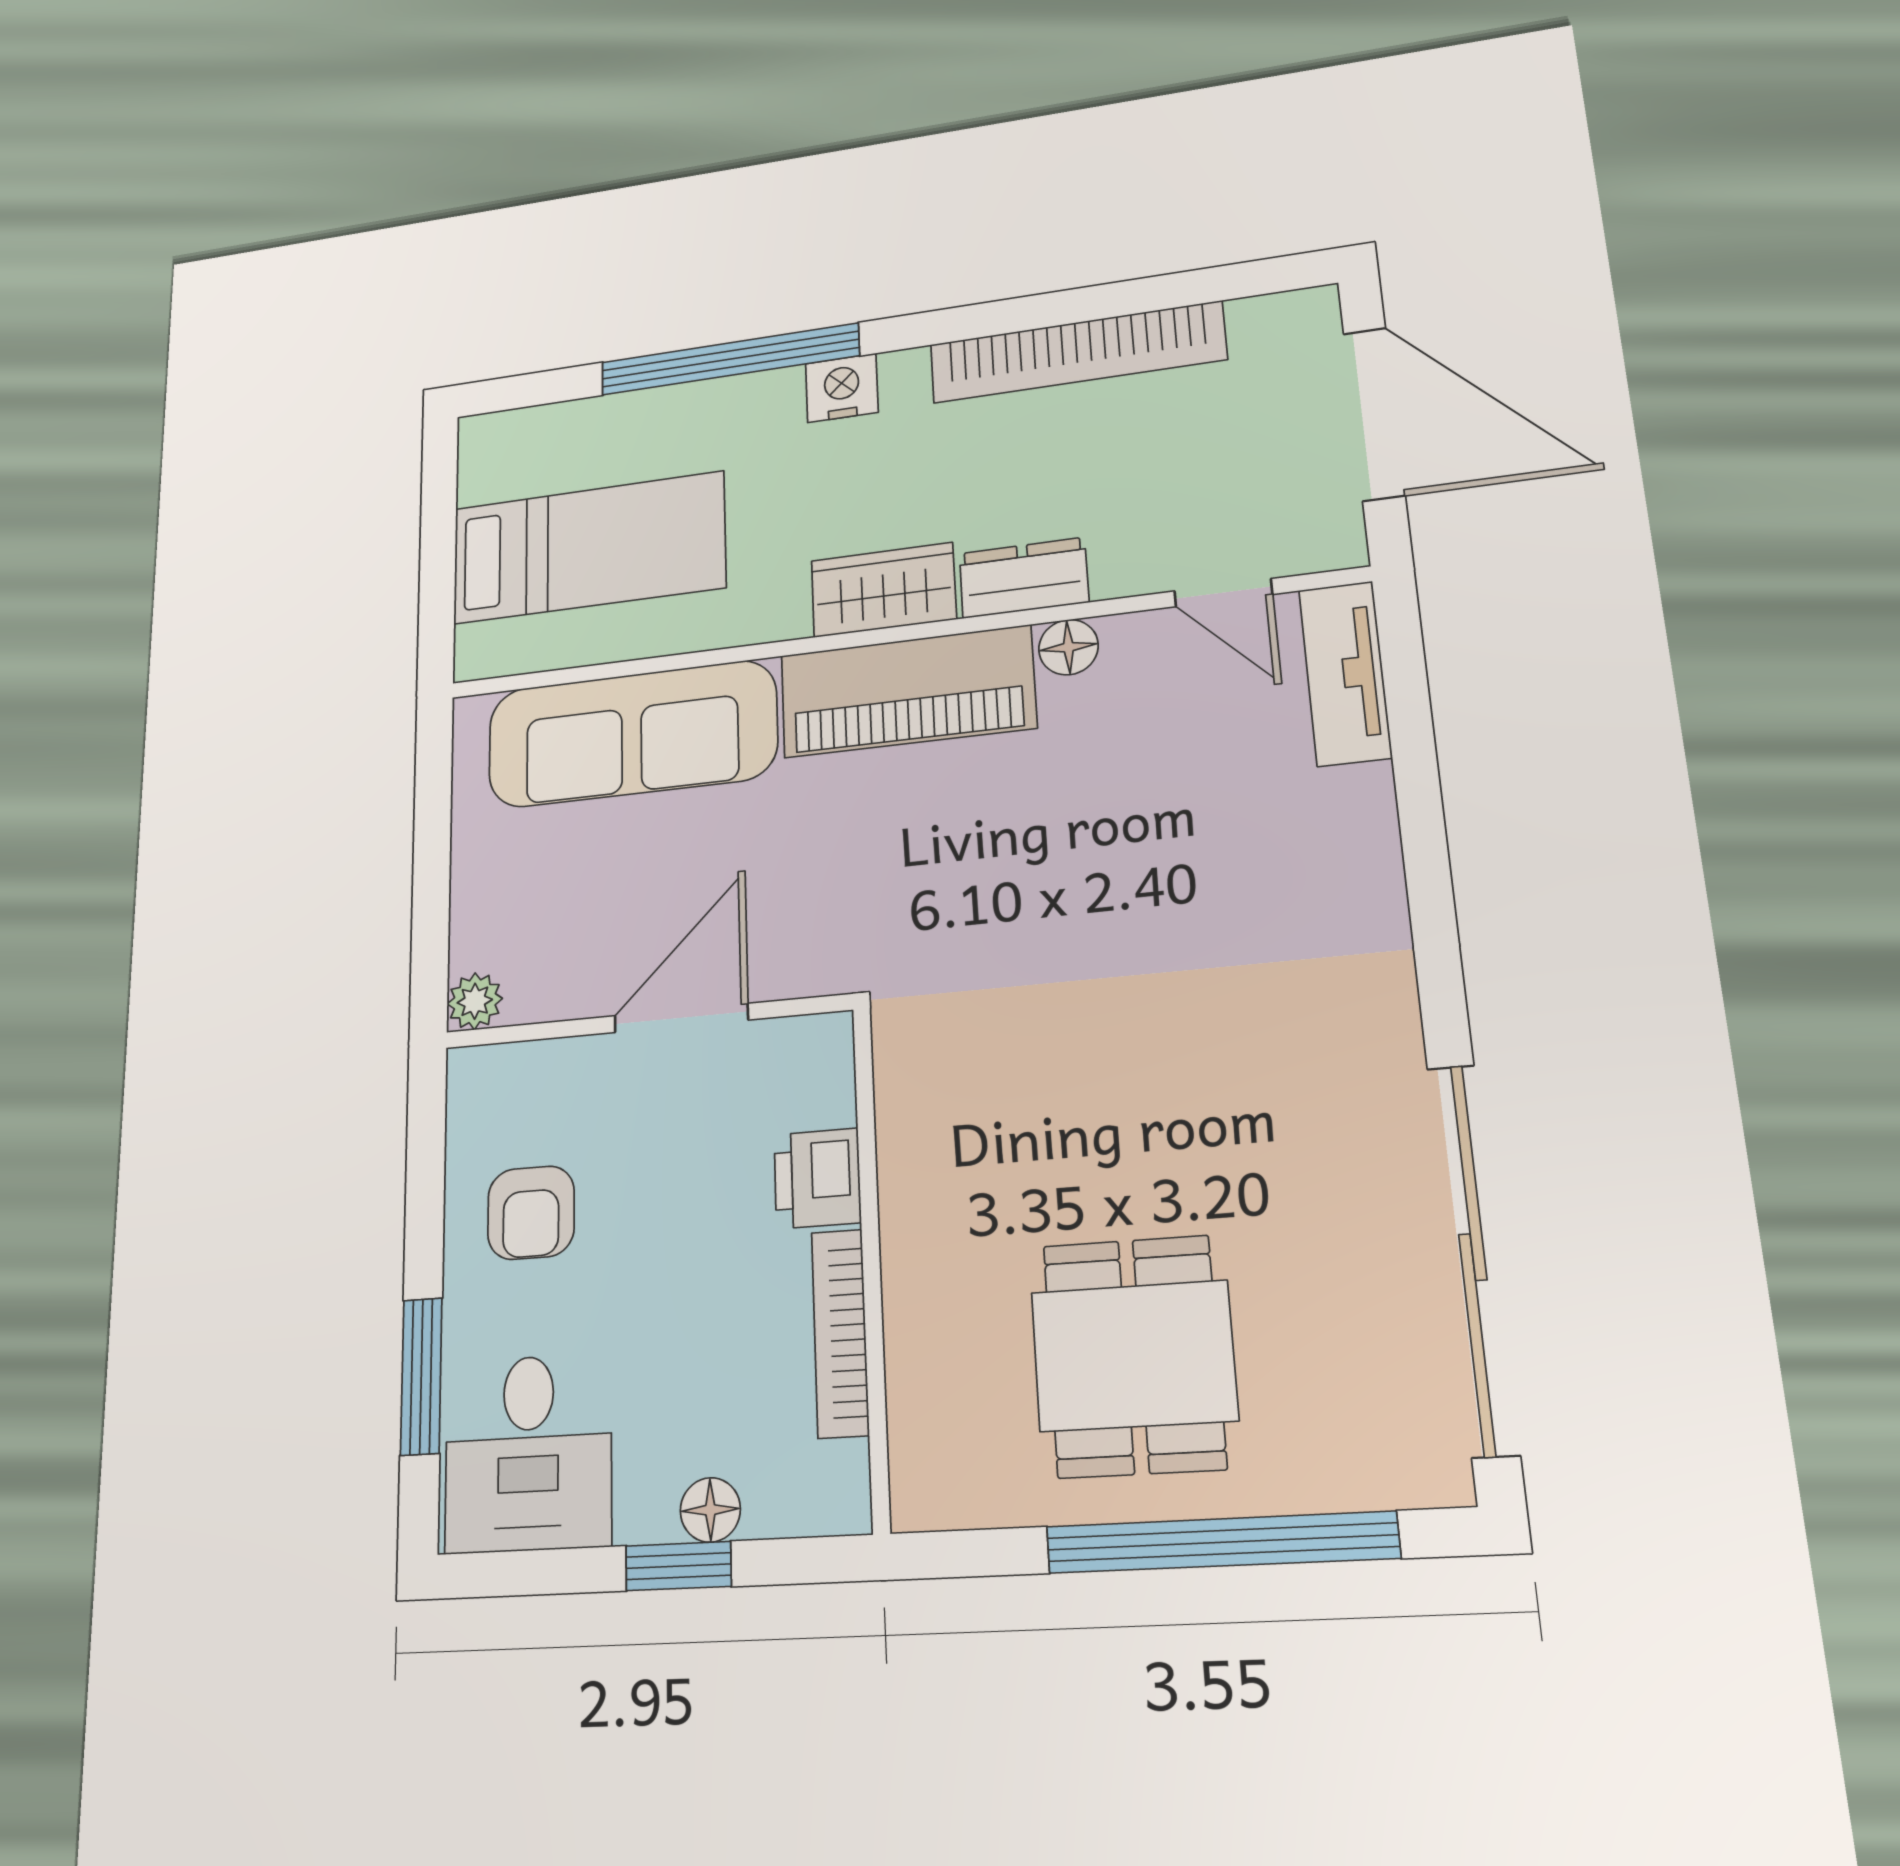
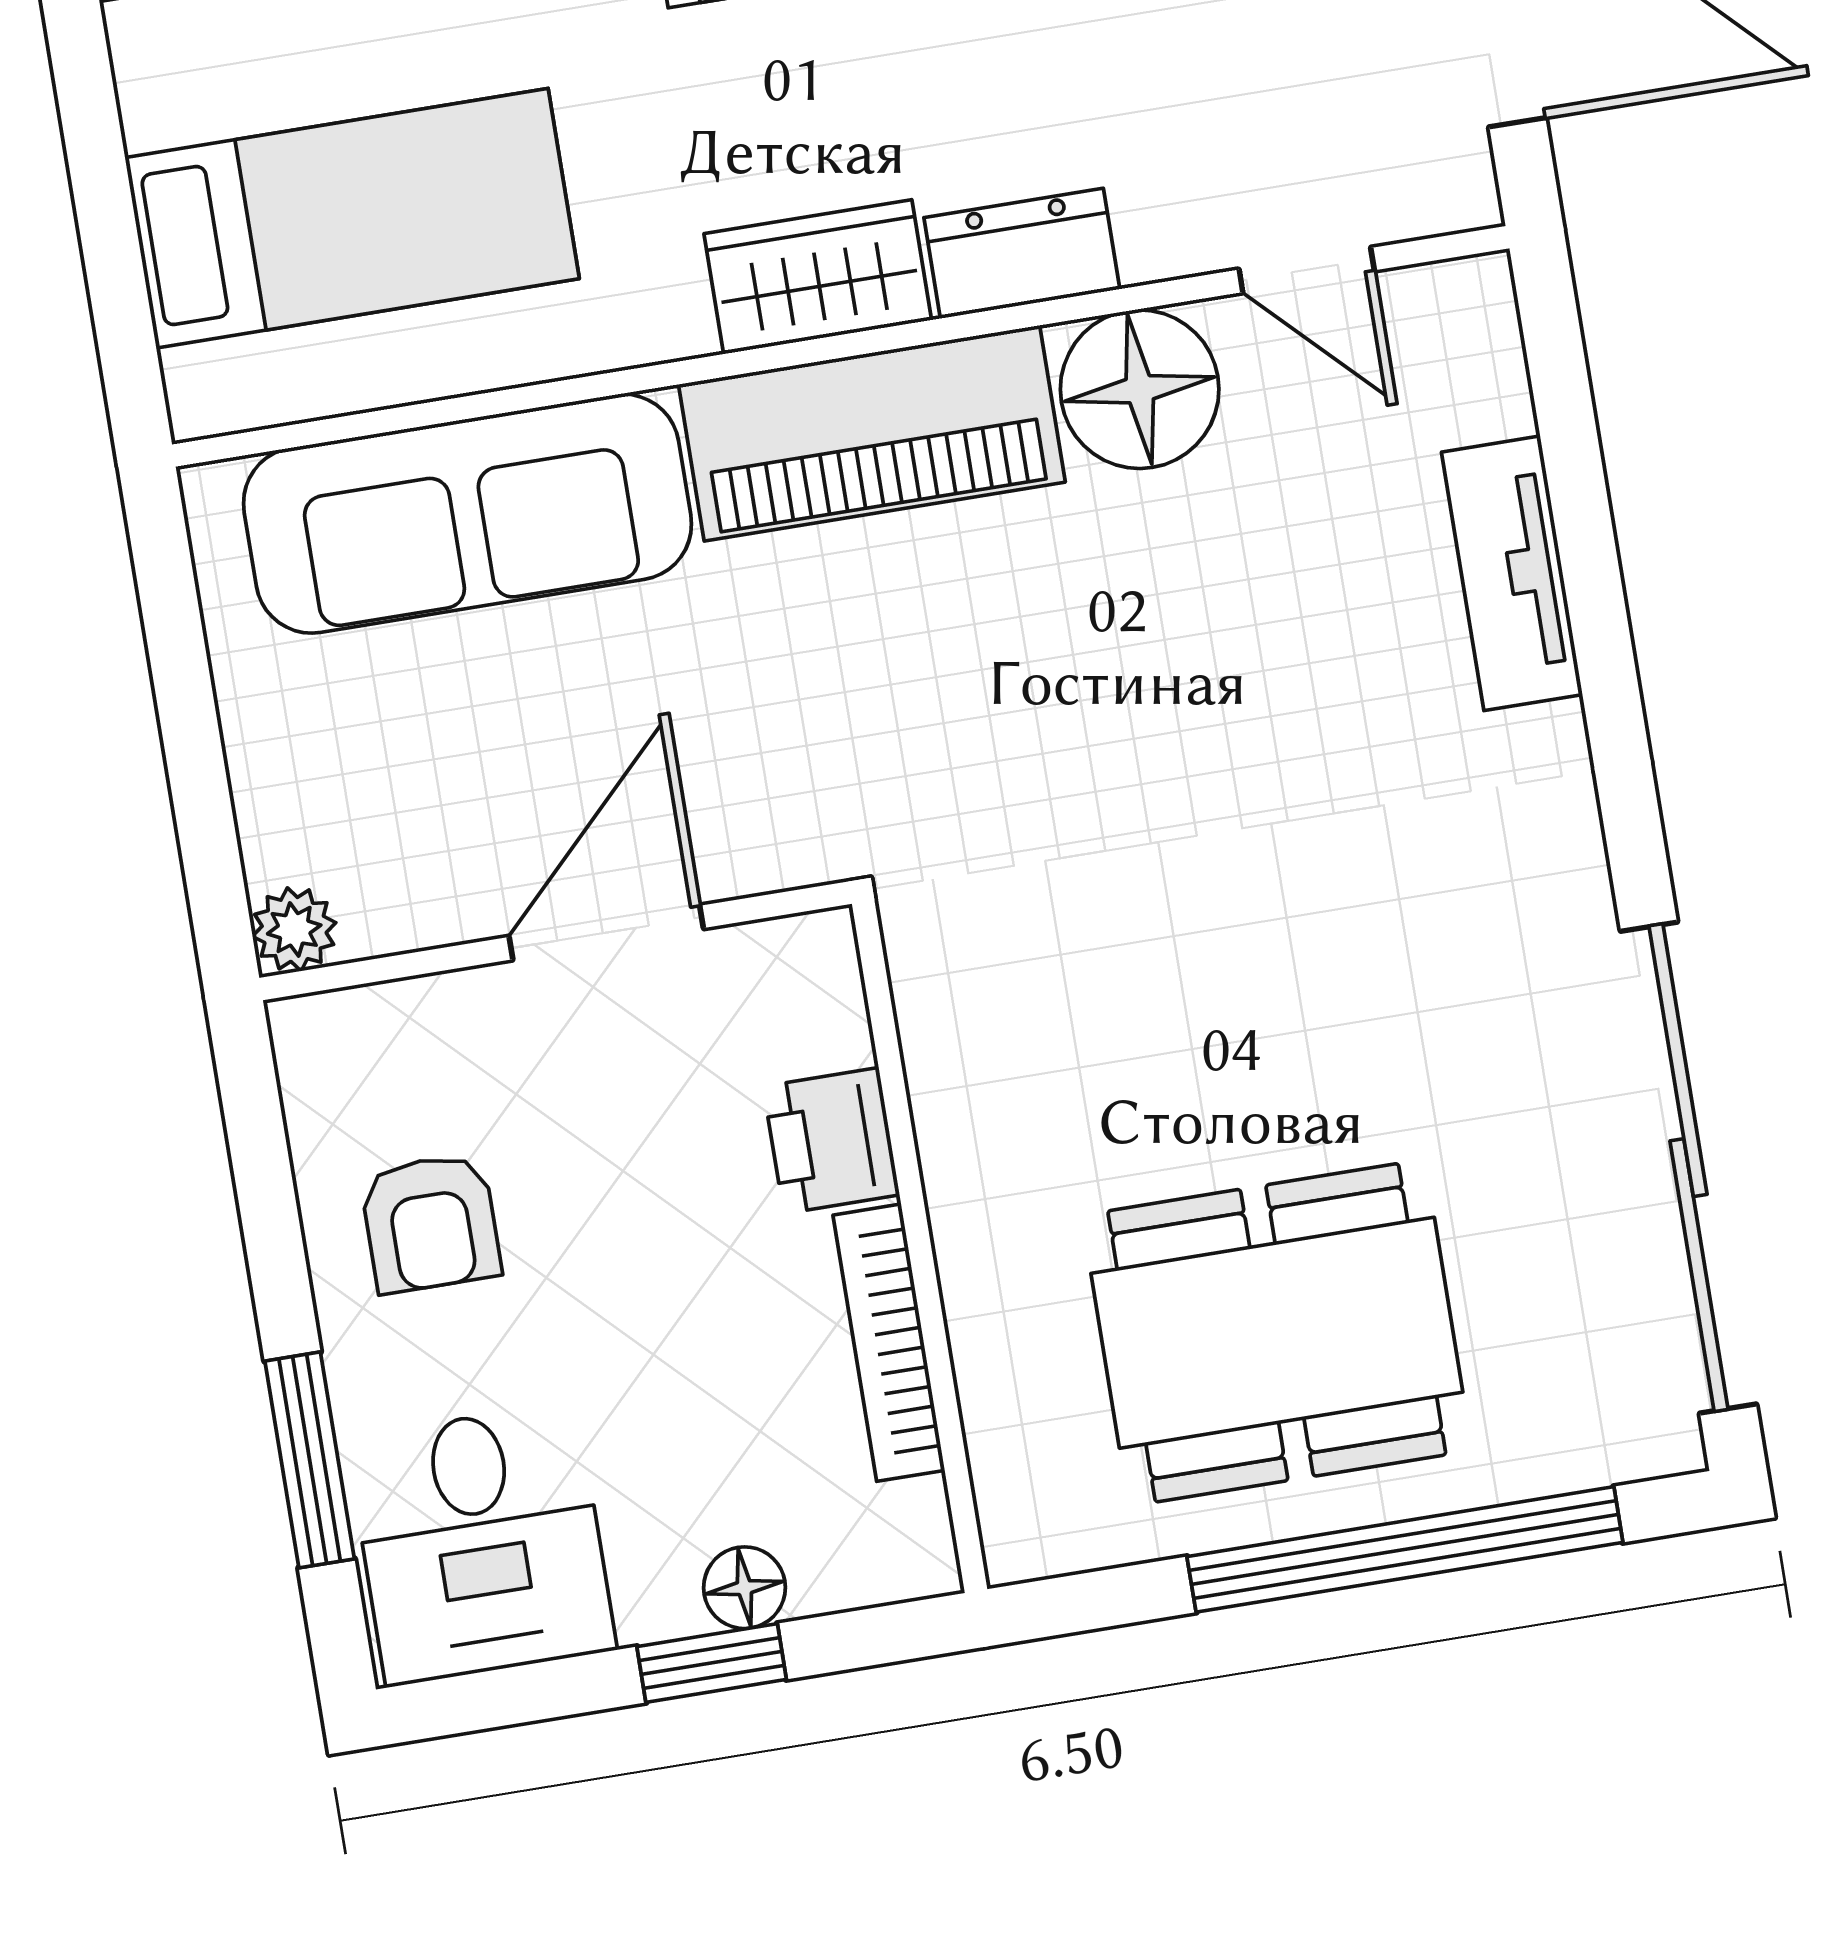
floor lamp: (1068, 647) -> (1140, 389), width x1.89, depth x1.89
tv unit: (1345, 673) -> (1512, 573), moved
dining table: (1134, 1356) -> (1277, 1333), width x1.38

